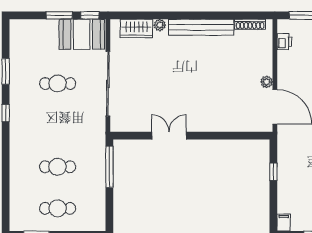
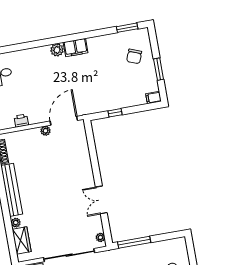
printer: (284, 42) -> (21, 121), moved
plant: (123, 126) -> (100, 237), added

